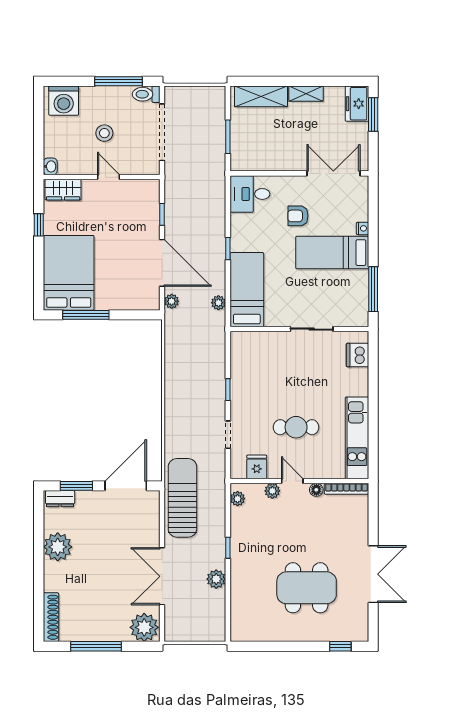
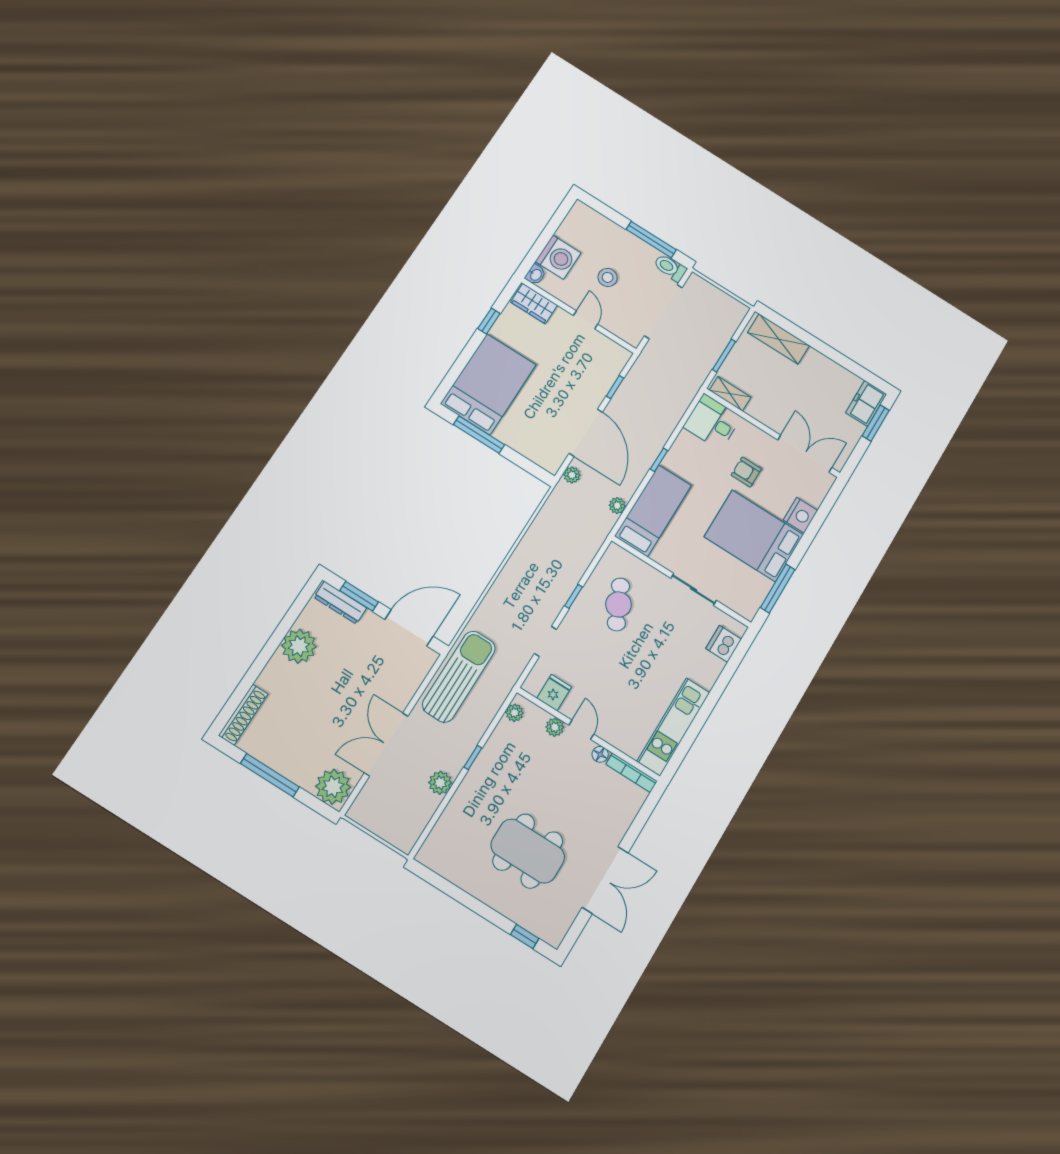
shelving: (306, 94) -> (730, 394), moved
washing machine: (64, 101) -> (558, 257), moved, turned -90
nightstand: (363, 228) -> (801, 515), width x1.89, depth x1.79
bed: (332, 253) -> (754, 536), width x1.50
cafe table: (296, 427) -> (618, 604), moved, turned 65
dresser: (60, 499) -> (340, 603), width x1.44

